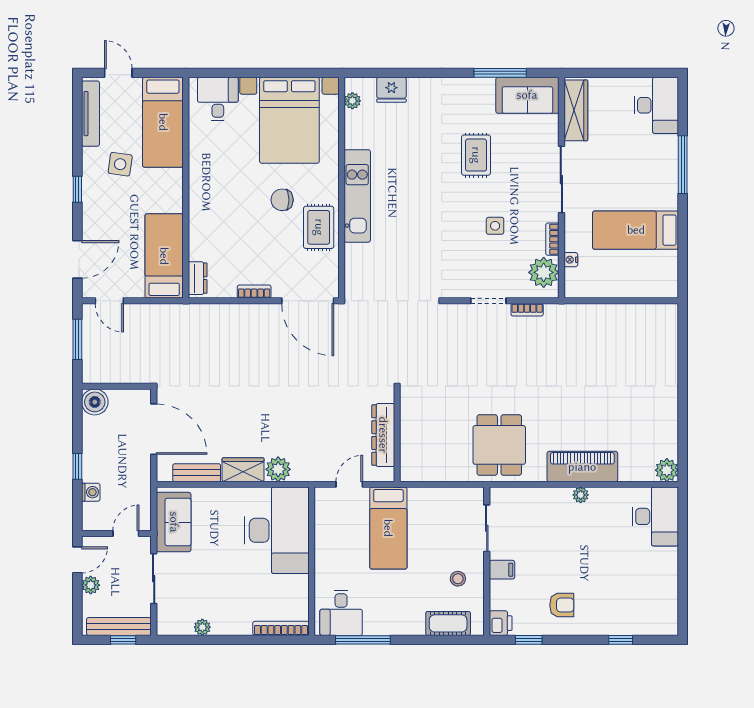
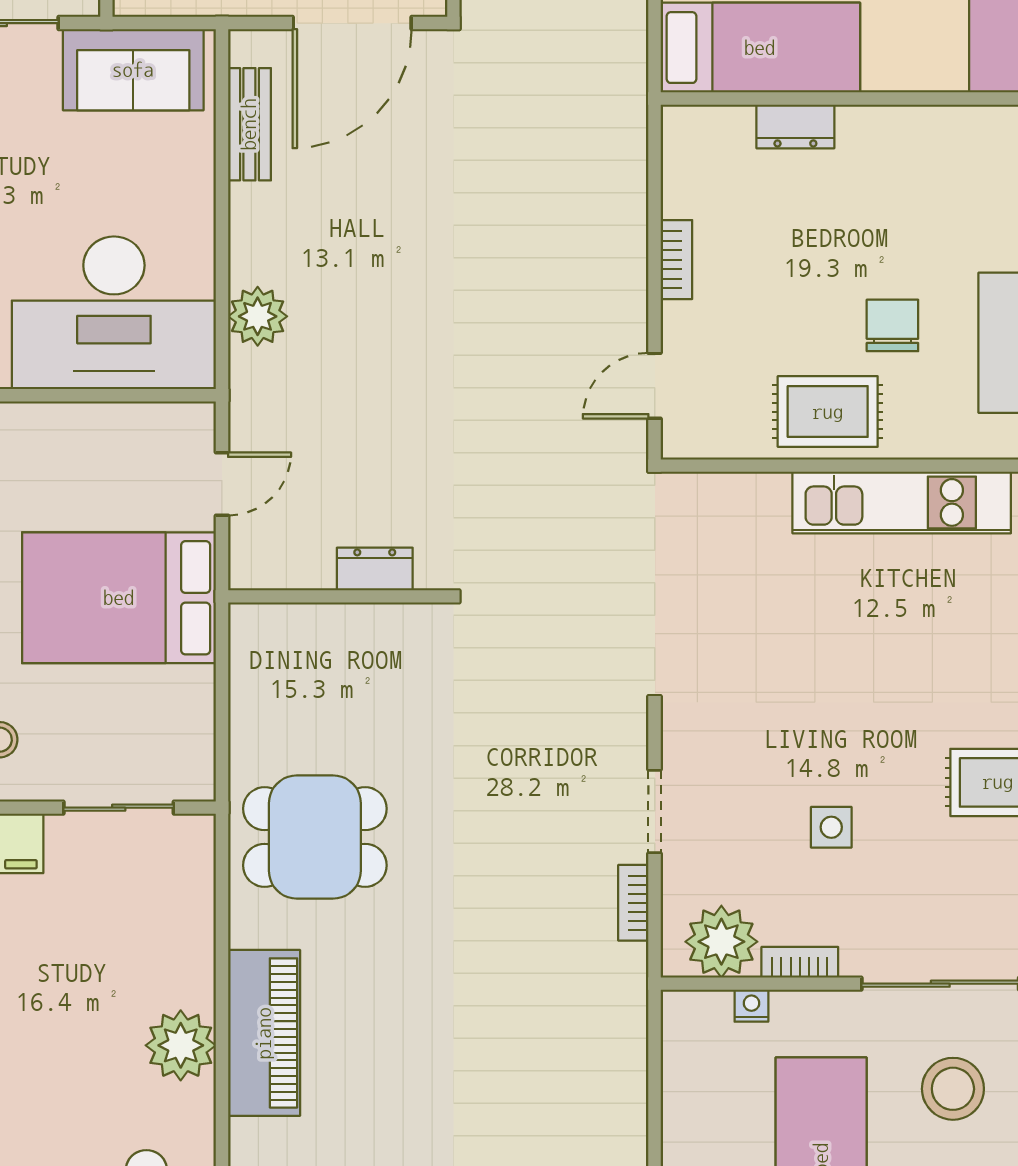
stool: (606, 174) -> (953, 1089), added
dresser: (198, 278) -> (795, 126), moved
door: (308, 301) -> (655, 386), width x0.53
dresser: (383, 435) -> (375, 569), width x0.51, depth x0.80
wardrobe: (243, 470) -> (256, 234), removed
door: (349, 484) -> (222, 484), hinge flipped
plant: (581, 495) -> (181, 1045), width x1.88, depth x1.88
bed: (388, 528) -> (119, 598), width x1.50

